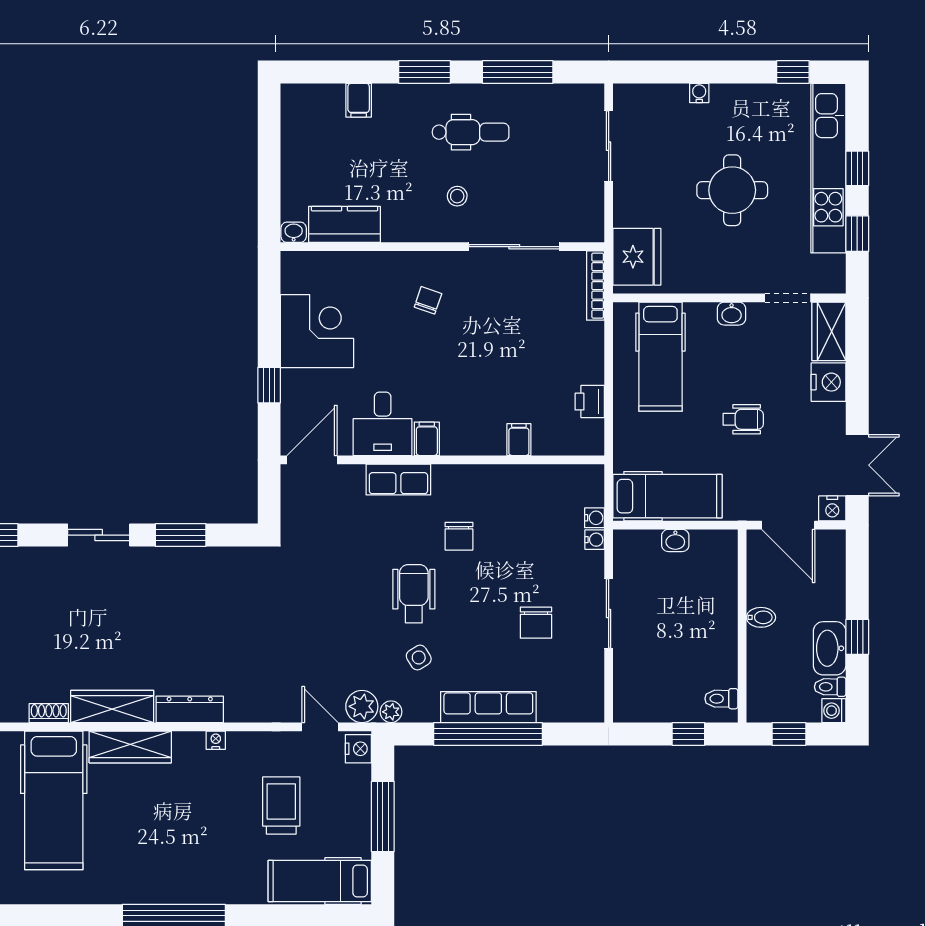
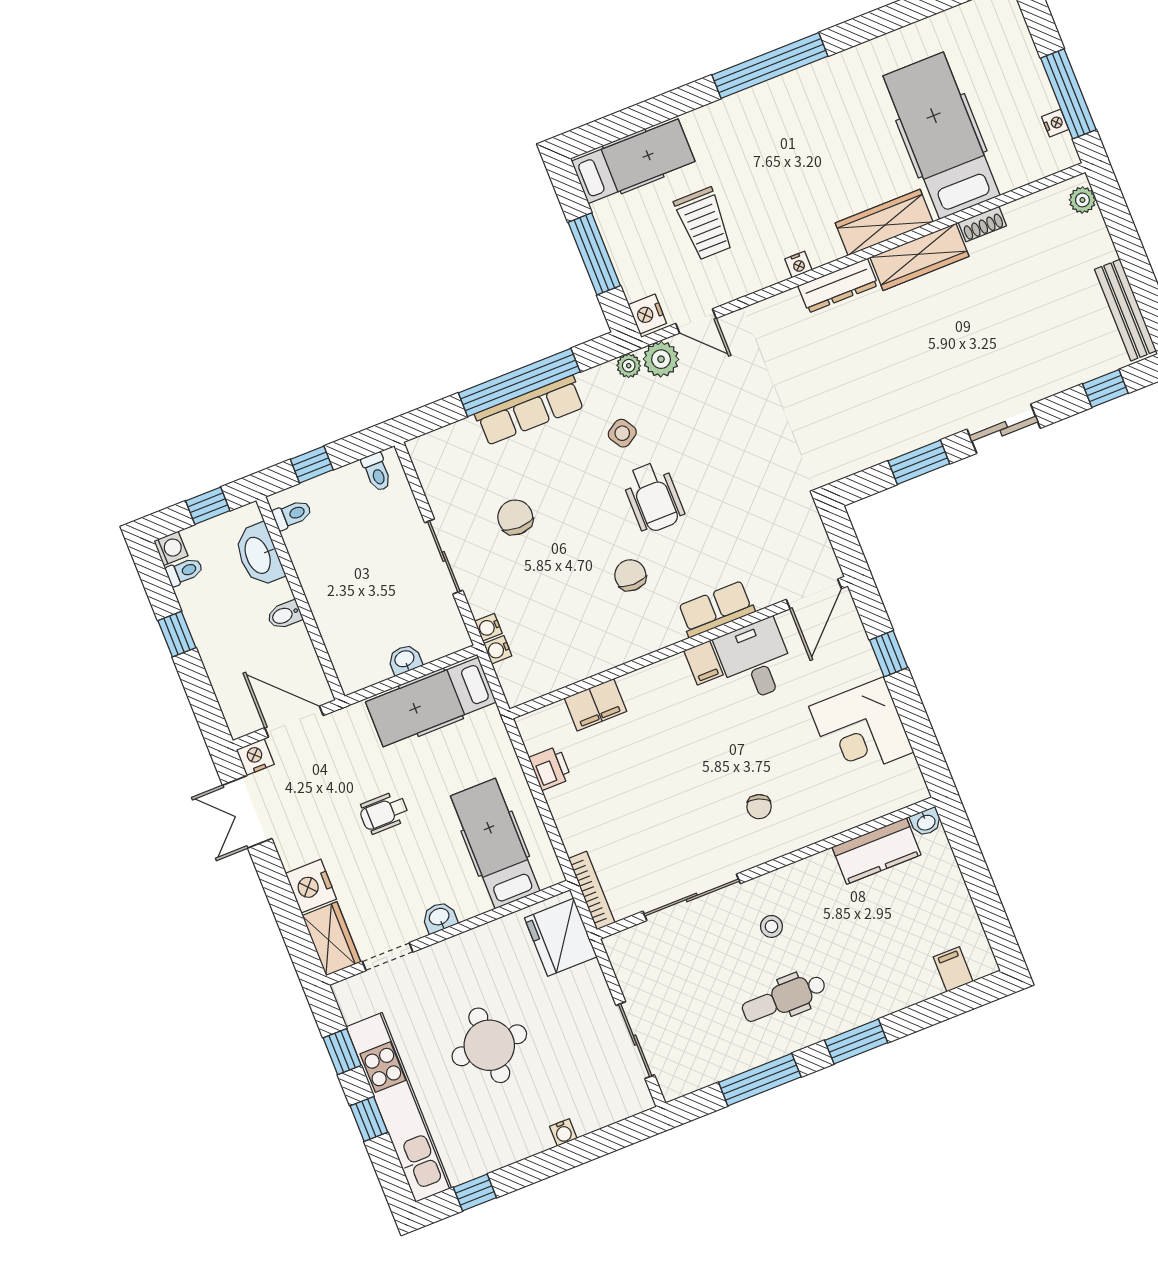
filing cabinet: (359, 100) -> (953, 969), moved
filing cabinet: (519, 440) -> (595, 705), width x2.00
washbasin: (830, 648) -> (259, 555), moved, turned 180
toilet: (637, 706) -> (377, 472), added

